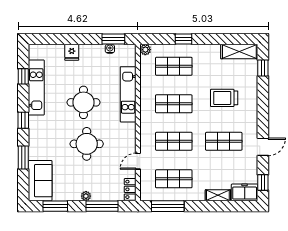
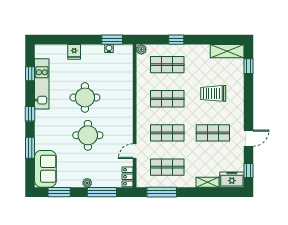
kitchen unit: (128, 94) -> (126, 90), removed

